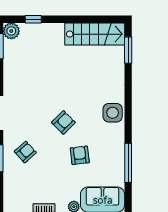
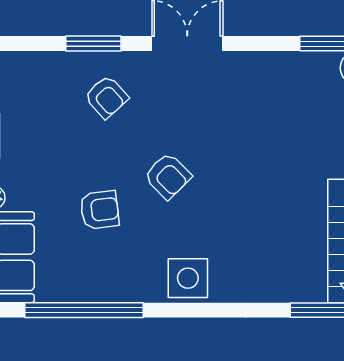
window: (128, 163) -> (84, 310), width x1.46

